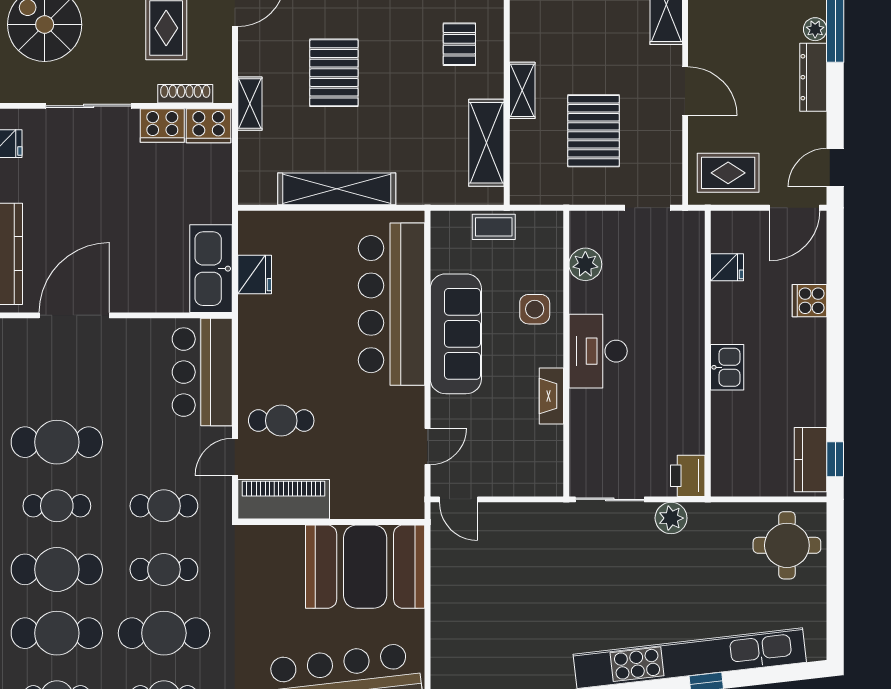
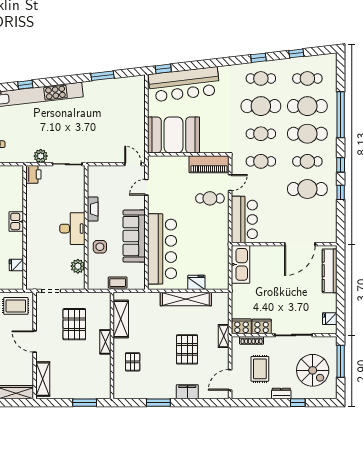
fridge: (255, 275) -> (196, 282), moved, turned 90

